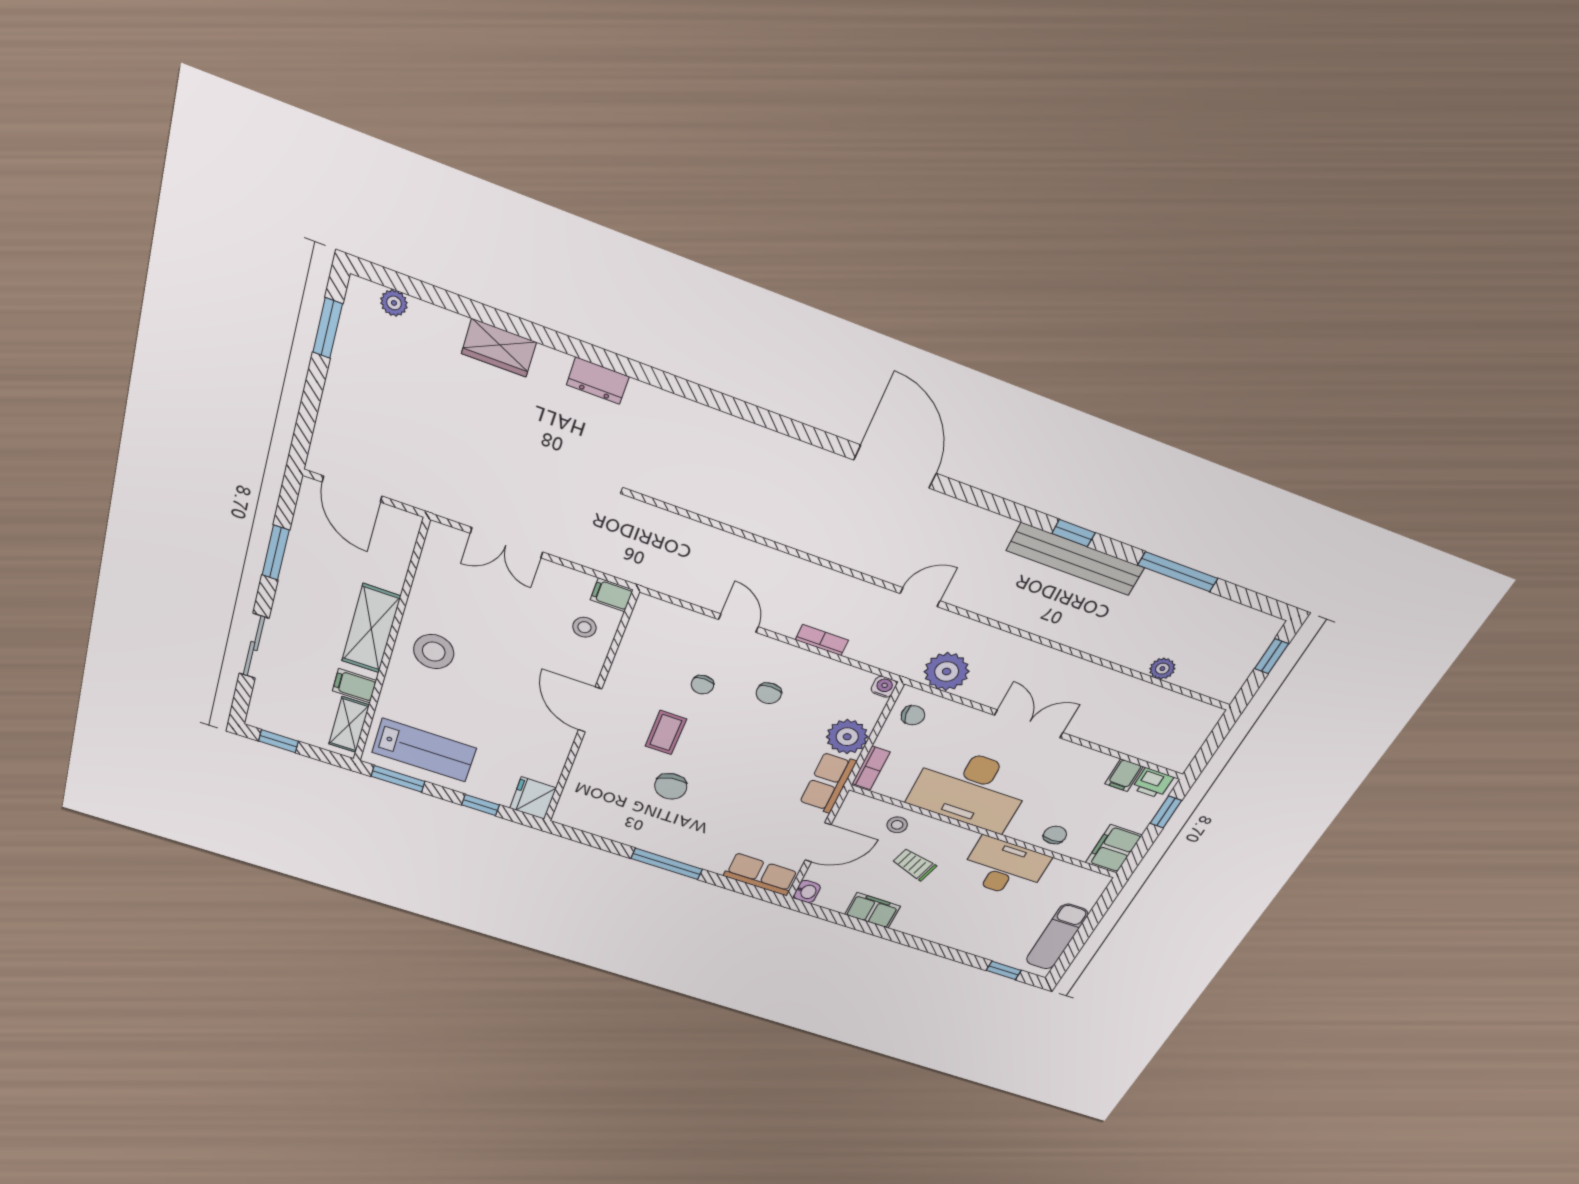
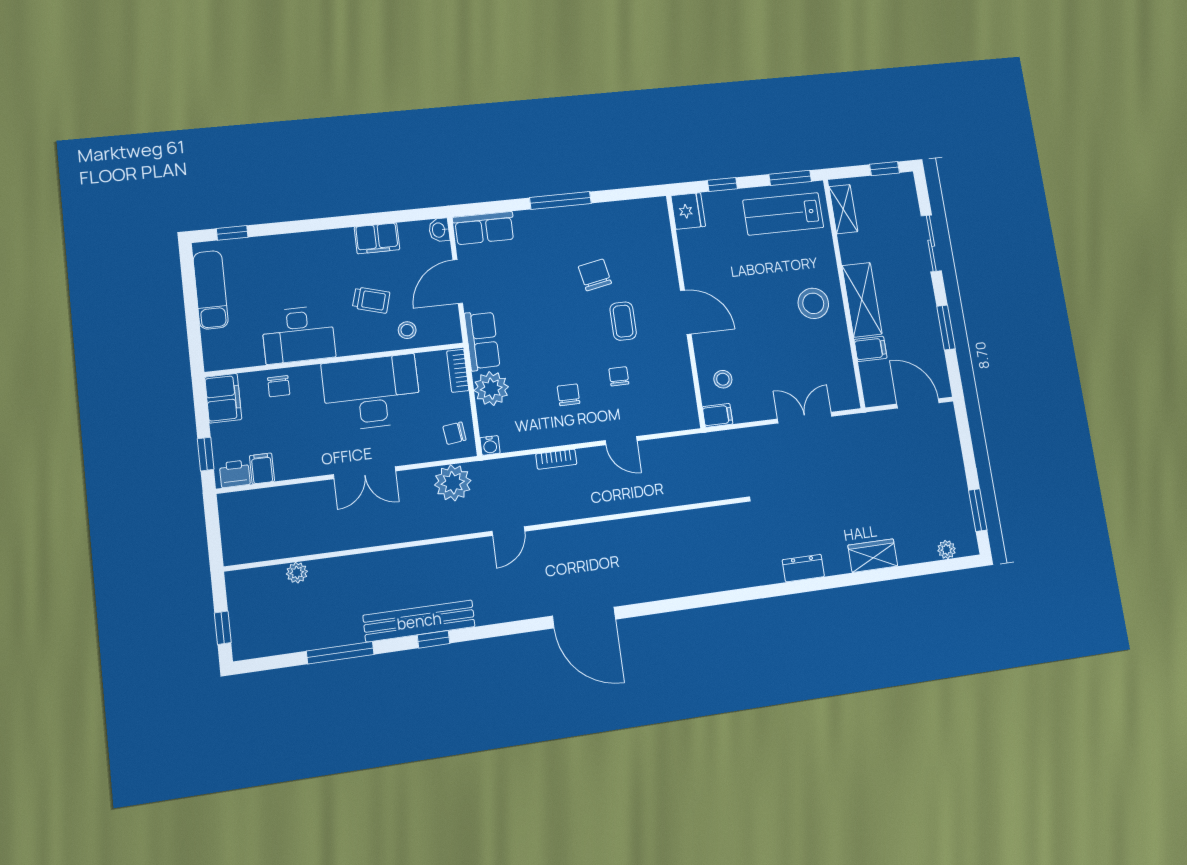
filing cabinet: (354, 686) -> (871, 349), moved

